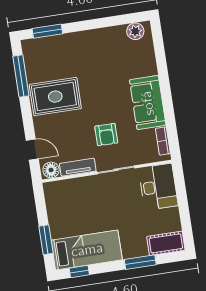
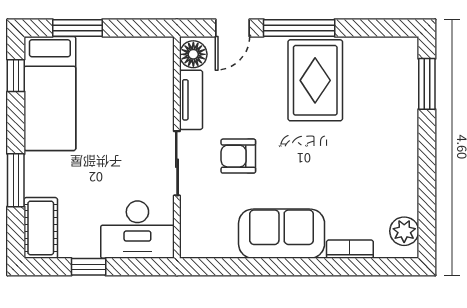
window: (21, 76) -> (299, 28), moved
bookcase: (163, 141) -> (350, 249), moved
window: (184, 212) -> (89, 267), added

